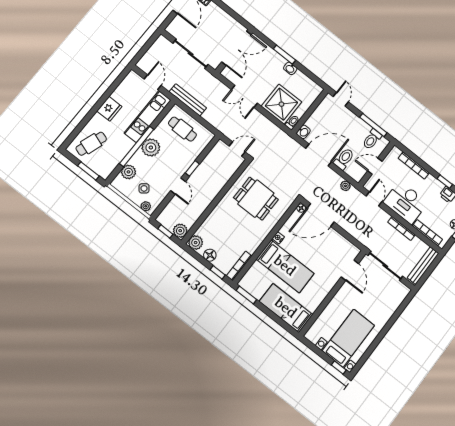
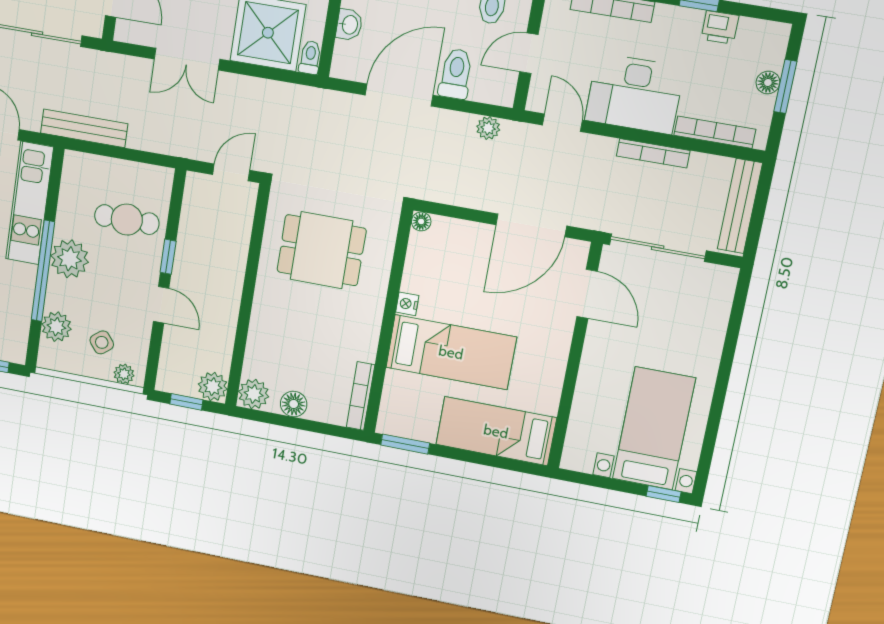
cafe table: (182, 129) -> (127, 220), moved
washbasin: (303, 132) -> (349, 25), moved
door: (321, 215) -> (531, 225), moved
window: (218, 272) -> (326, 429), removed

